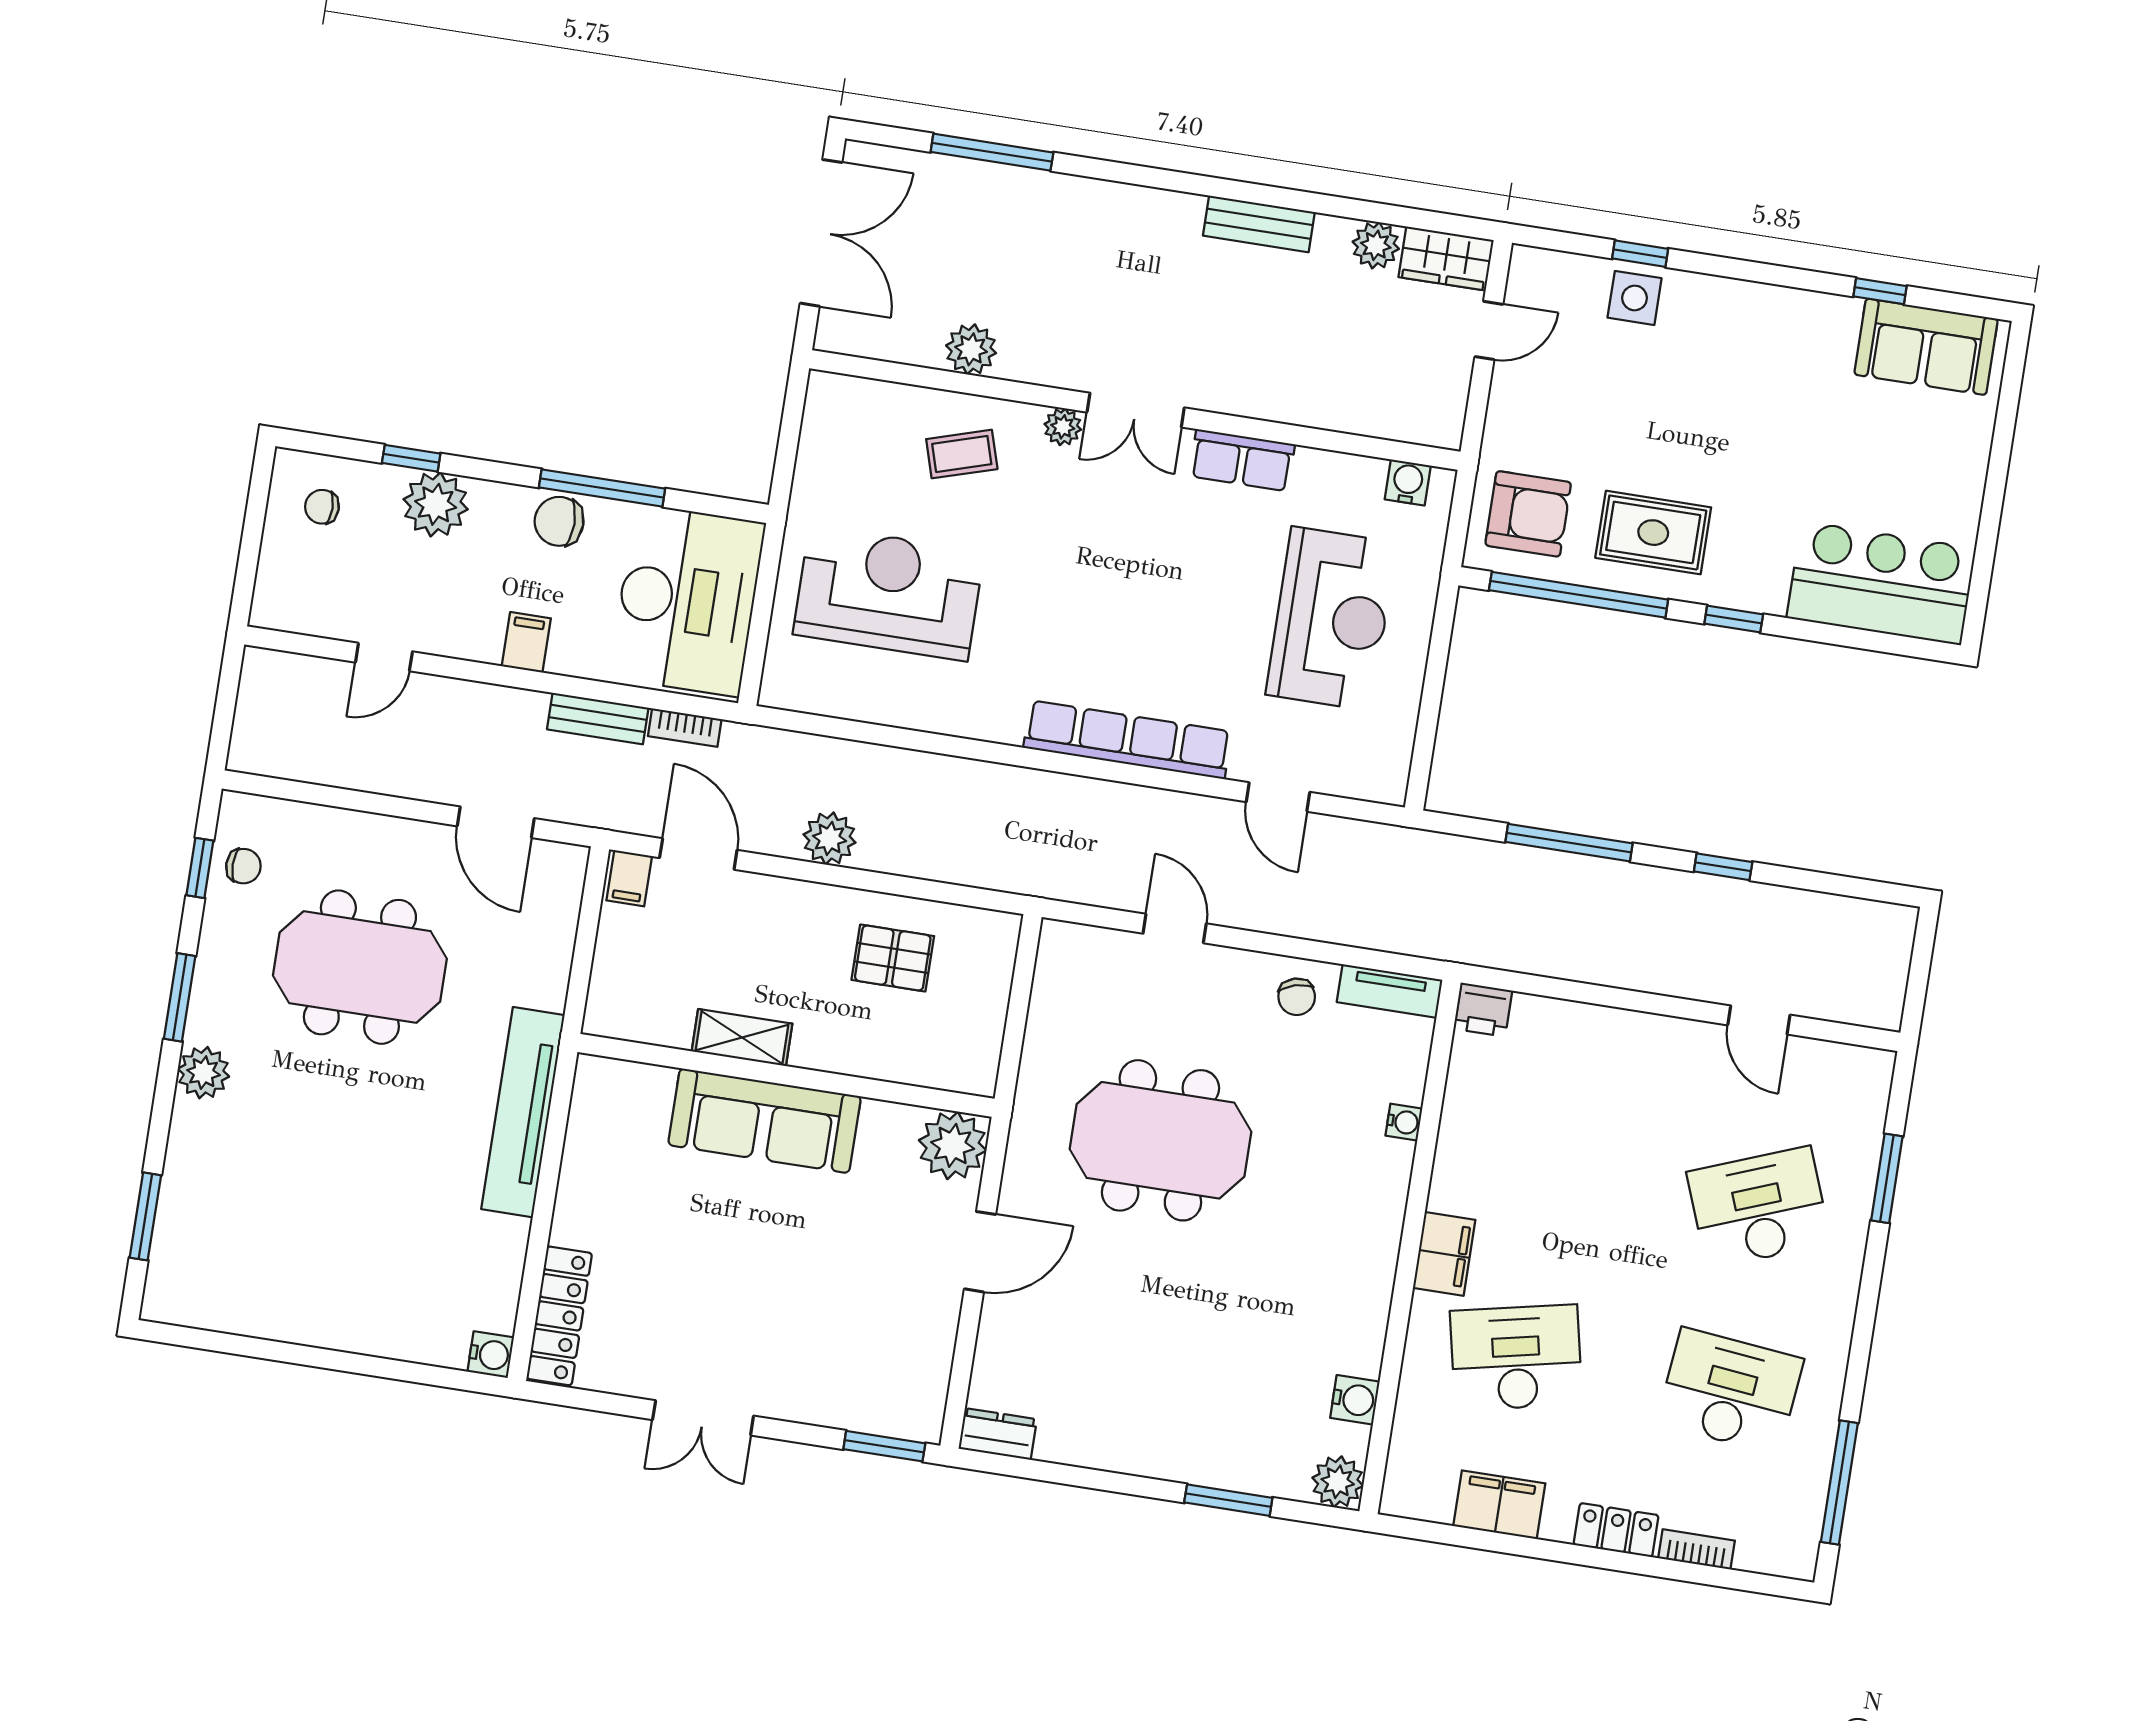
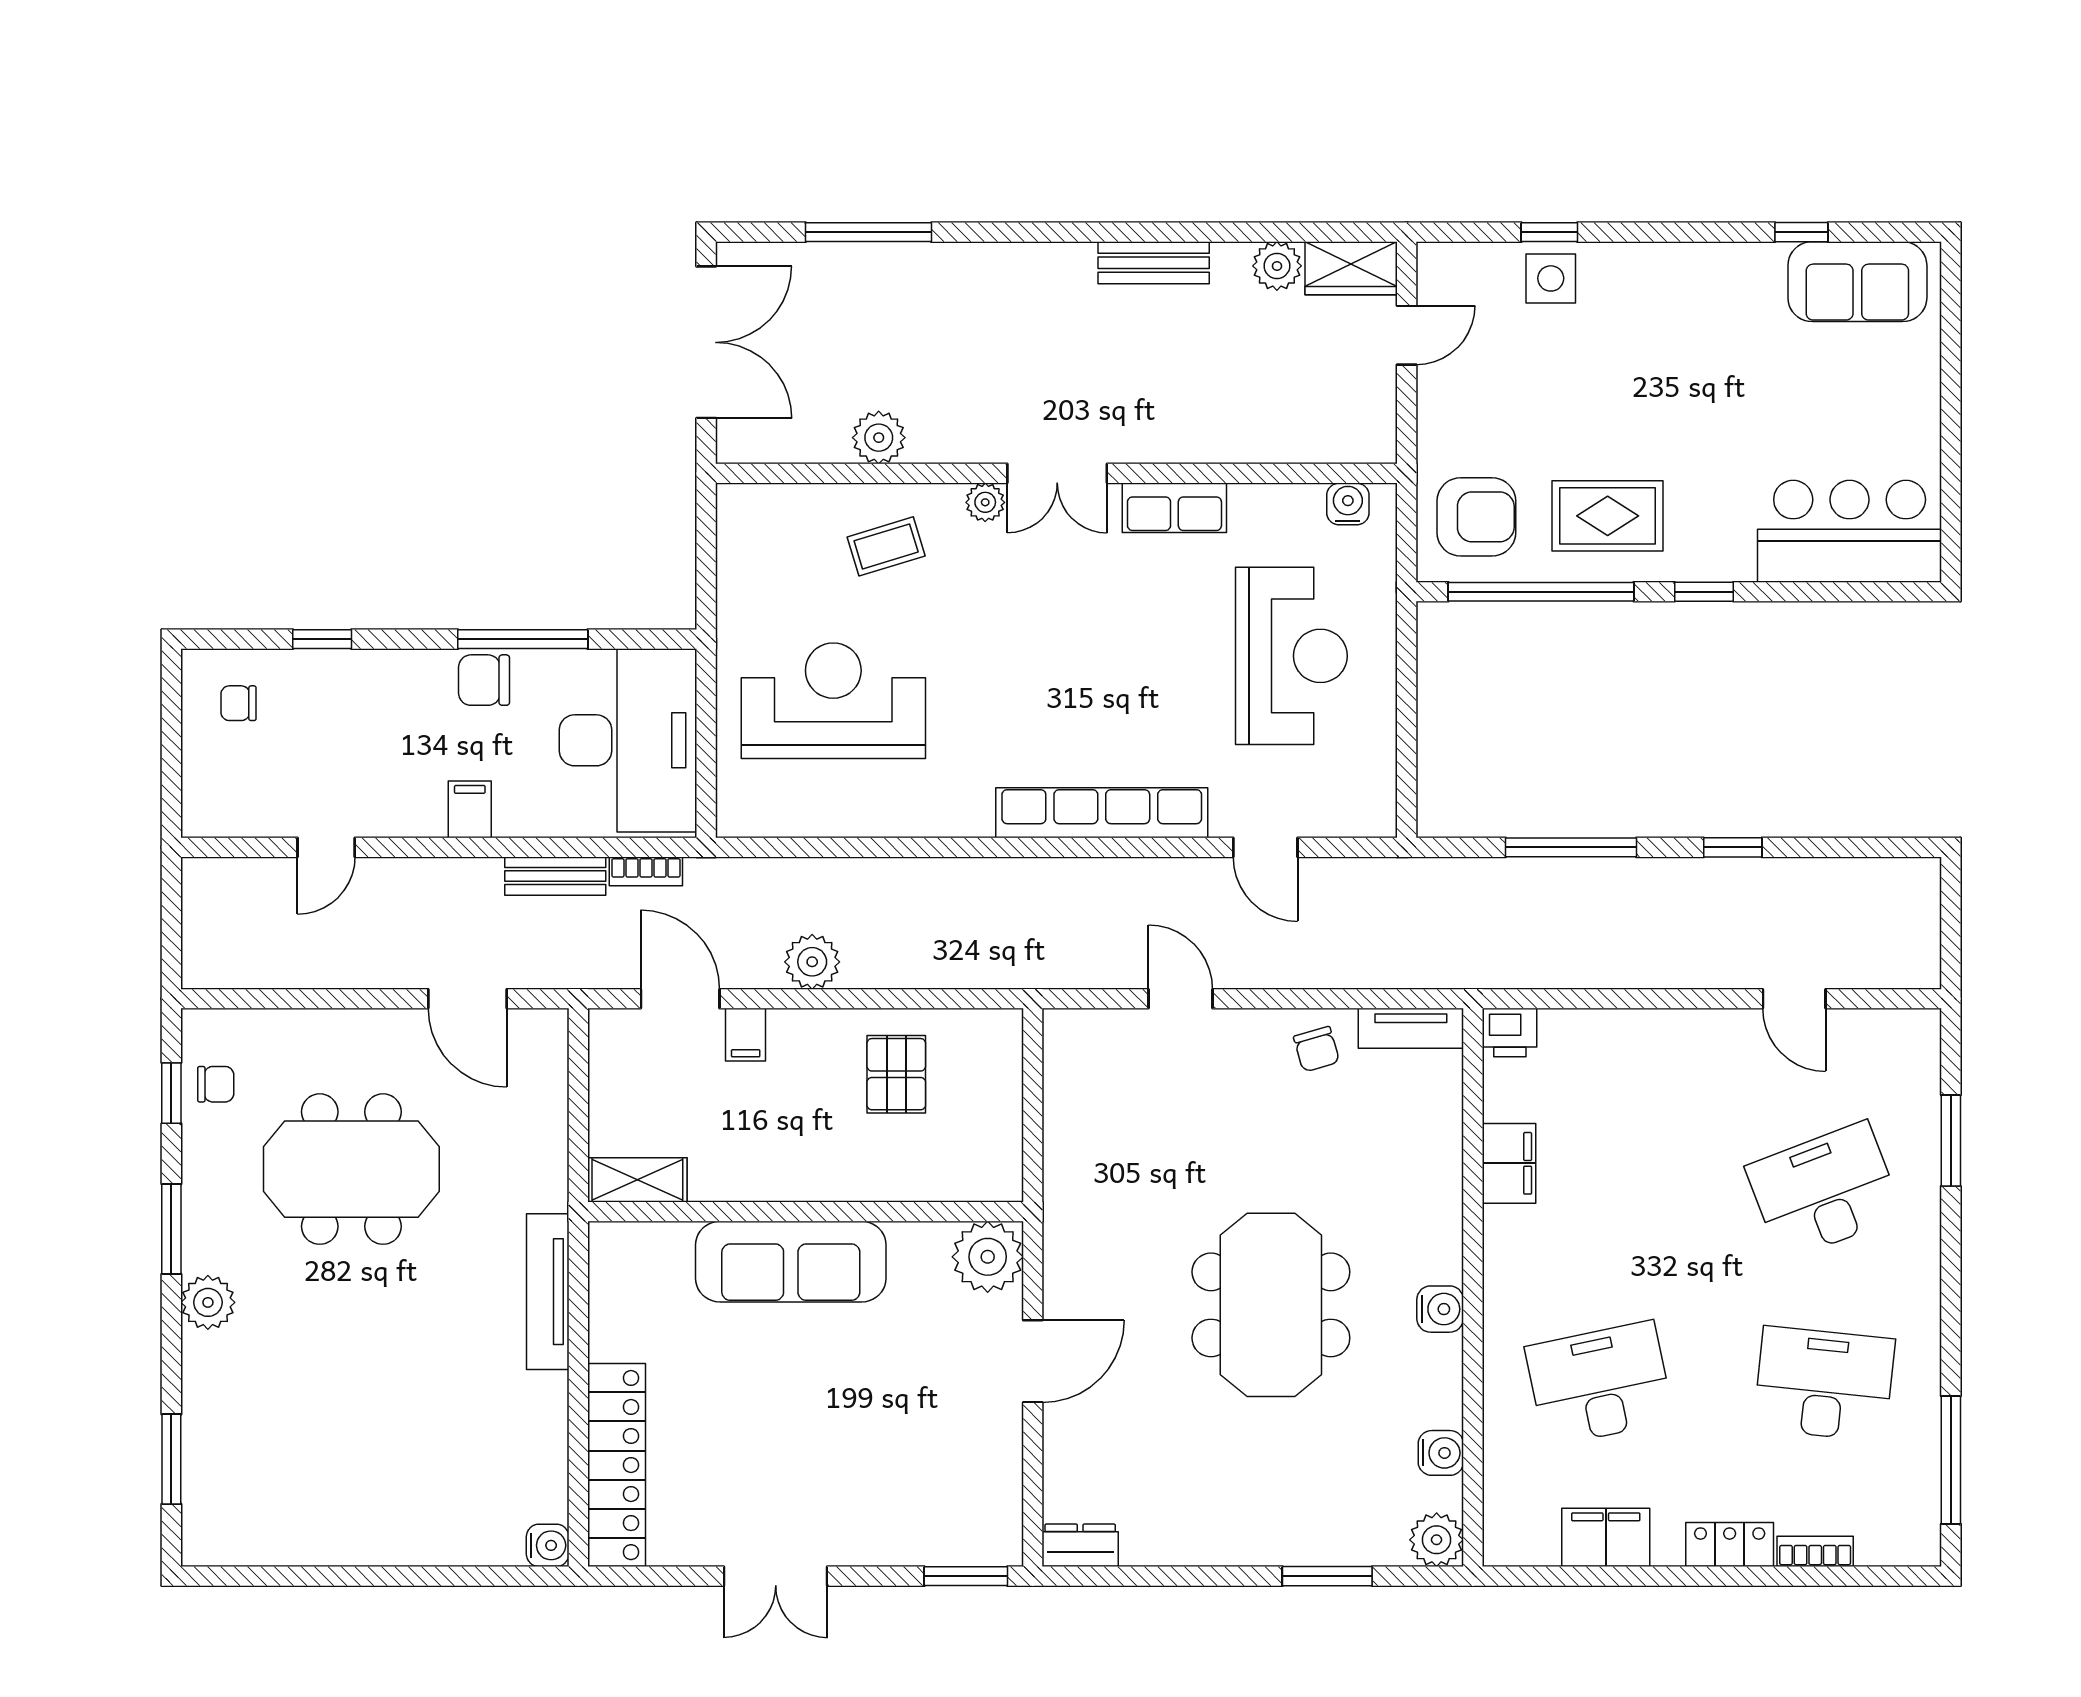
plant: (436, 504) -> (355, 682), removed
filing cabinet: (629, 878) -> (746, 1035), moved
pallet: (893, 958) -> (896, 1074), turned 90
shelving: (742, 1038) -> (637, 1180), moved
tv unit: (523, 1112) -> (548, 1292), width x0.73, depth x0.78
water cooler: (1404, 1122) -> (1440, 1309), moved, width x1.38, depth x1.38
meeting table: (1160, 1140) -> (1271, 1305), moved, turned 90
filing cabinet: (1444, 1254) -> (1509, 1163), moved
locker: (559, 1316) -> (617, 1465), width x1.41, depth x1.21

